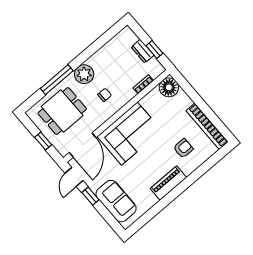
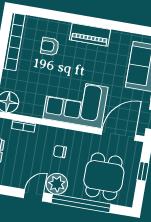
door: (89, 52) -> (34, 195), added
window: (57, 80) -> (81, 203), width x1.46
dining table: (62, 111) -> (104, 176), turned 90

